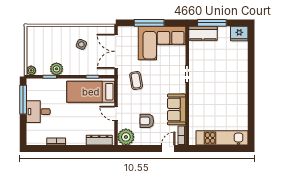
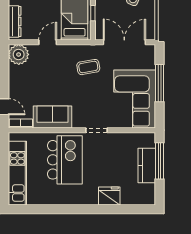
kitchen counter: (203, 33) -> (147, 165), moved
fridge: (239, 34) -> (109, 196), moved, turned 90
kitchen island: (211, 100) -> (65, 160), added
armchair: (147, 121) -> (38, 80), removed

